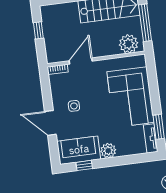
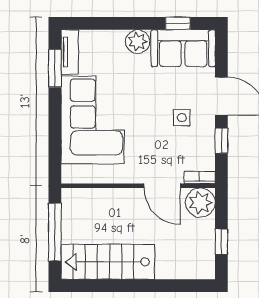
plant: (129, 44) -> (200, 203), moved
door: (81, 61) -> (162, 186), hinge flipped
window: (47, 95) -> (221, 141), added

